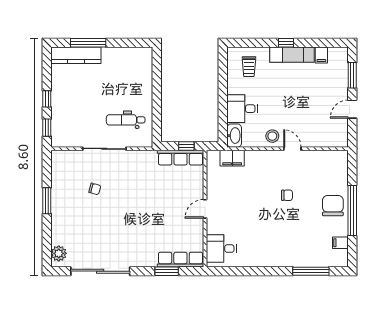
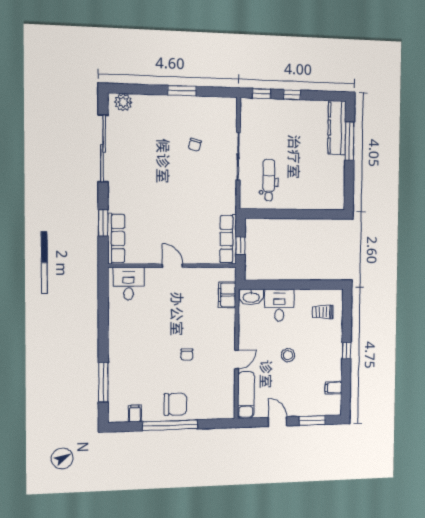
exam couch: (292, 55) -> (246, 395), moved, turned 180
stool: (272, 136) -> (288, 355), moved

